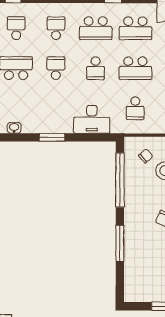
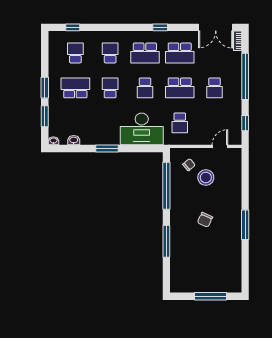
desk: (92, 119) -> (142, 129), width x1.36, depth x1.30

